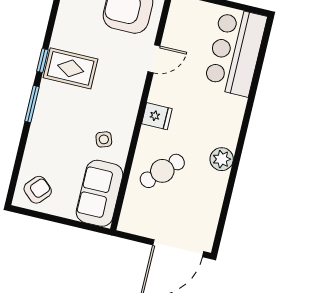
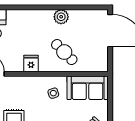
plant: (222, 159) -> (61, 17), moved

